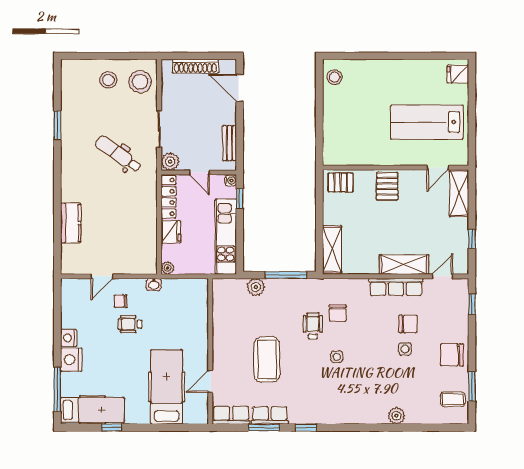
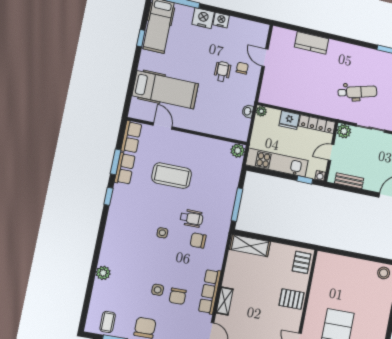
dental chair: (118, 154) -> (357, 92), turned 40
shelving: (404, 264) -> (225, 301), width x0.67, depth x0.75
washbasin: (154, 284) -> (248, 111), moved
plant: (256, 287) -> (238, 151), moved

